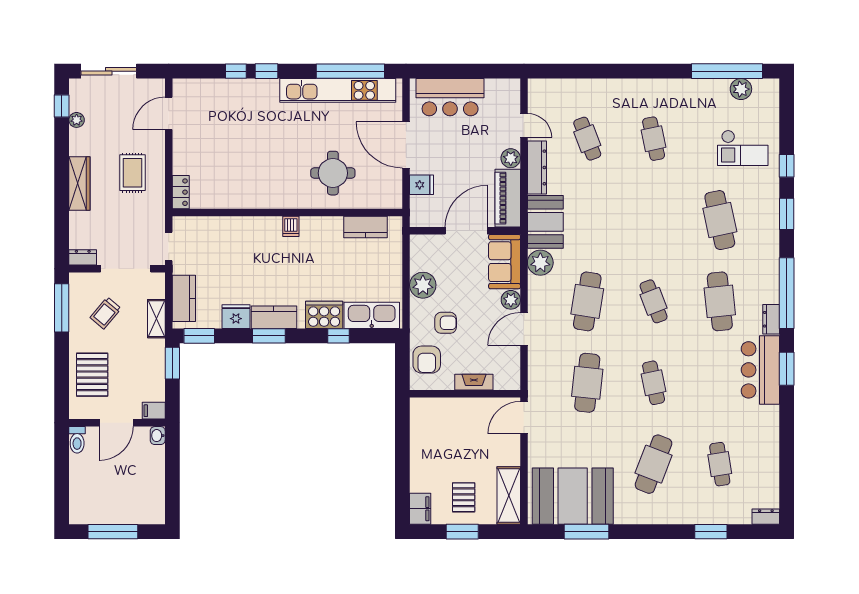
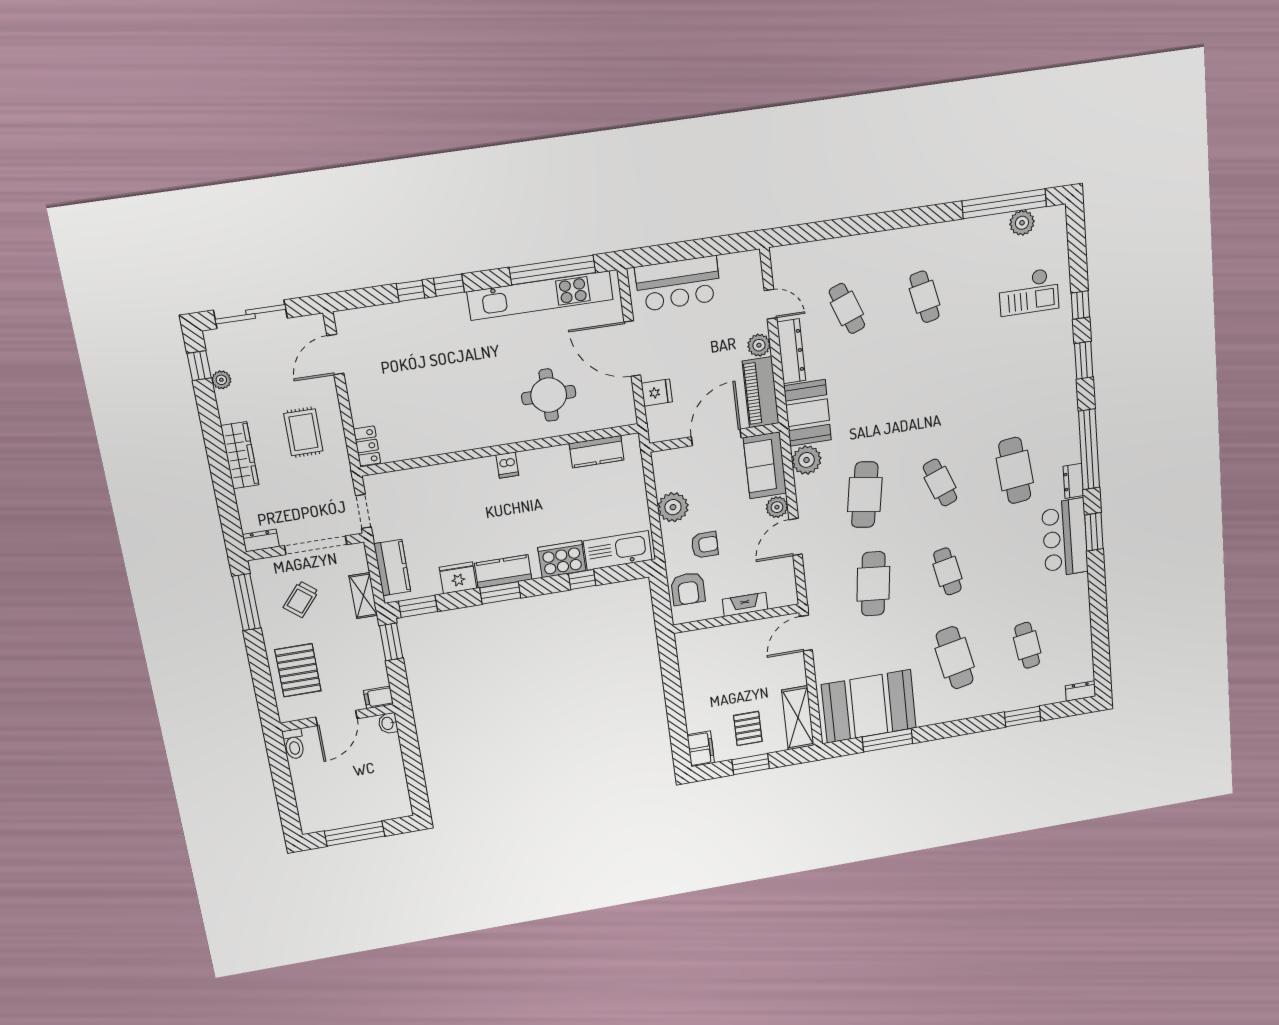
cafe table: (720, 220) -> (1008, 379), removed
cafe table: (654, 464) -> (955, 658), turned -33

